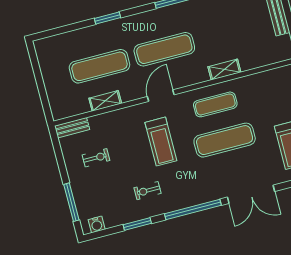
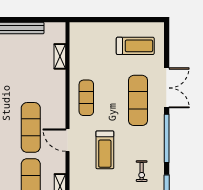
shelving: (224, 69) -> (60, 56), moved
exercise mat: (225, 140) -> (138, 100), moved
treadmill: (161, 142) -> (105, 150), turned 90

